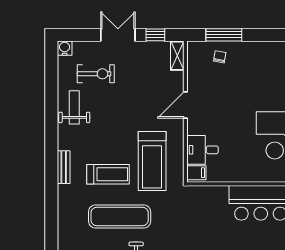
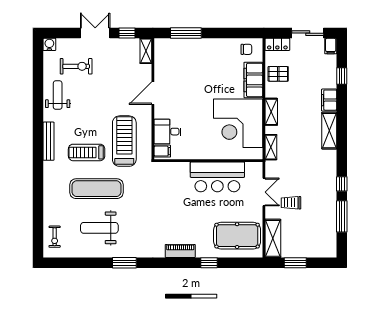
chair: (220, 57) -> (182, 52), removed
treadmill: (152, 161) -> (124, 141), turned 180
bench: (64, 167) -> (49, 141), width x1.36
treadmill: (108, 174) -> (87, 152), turned 180

